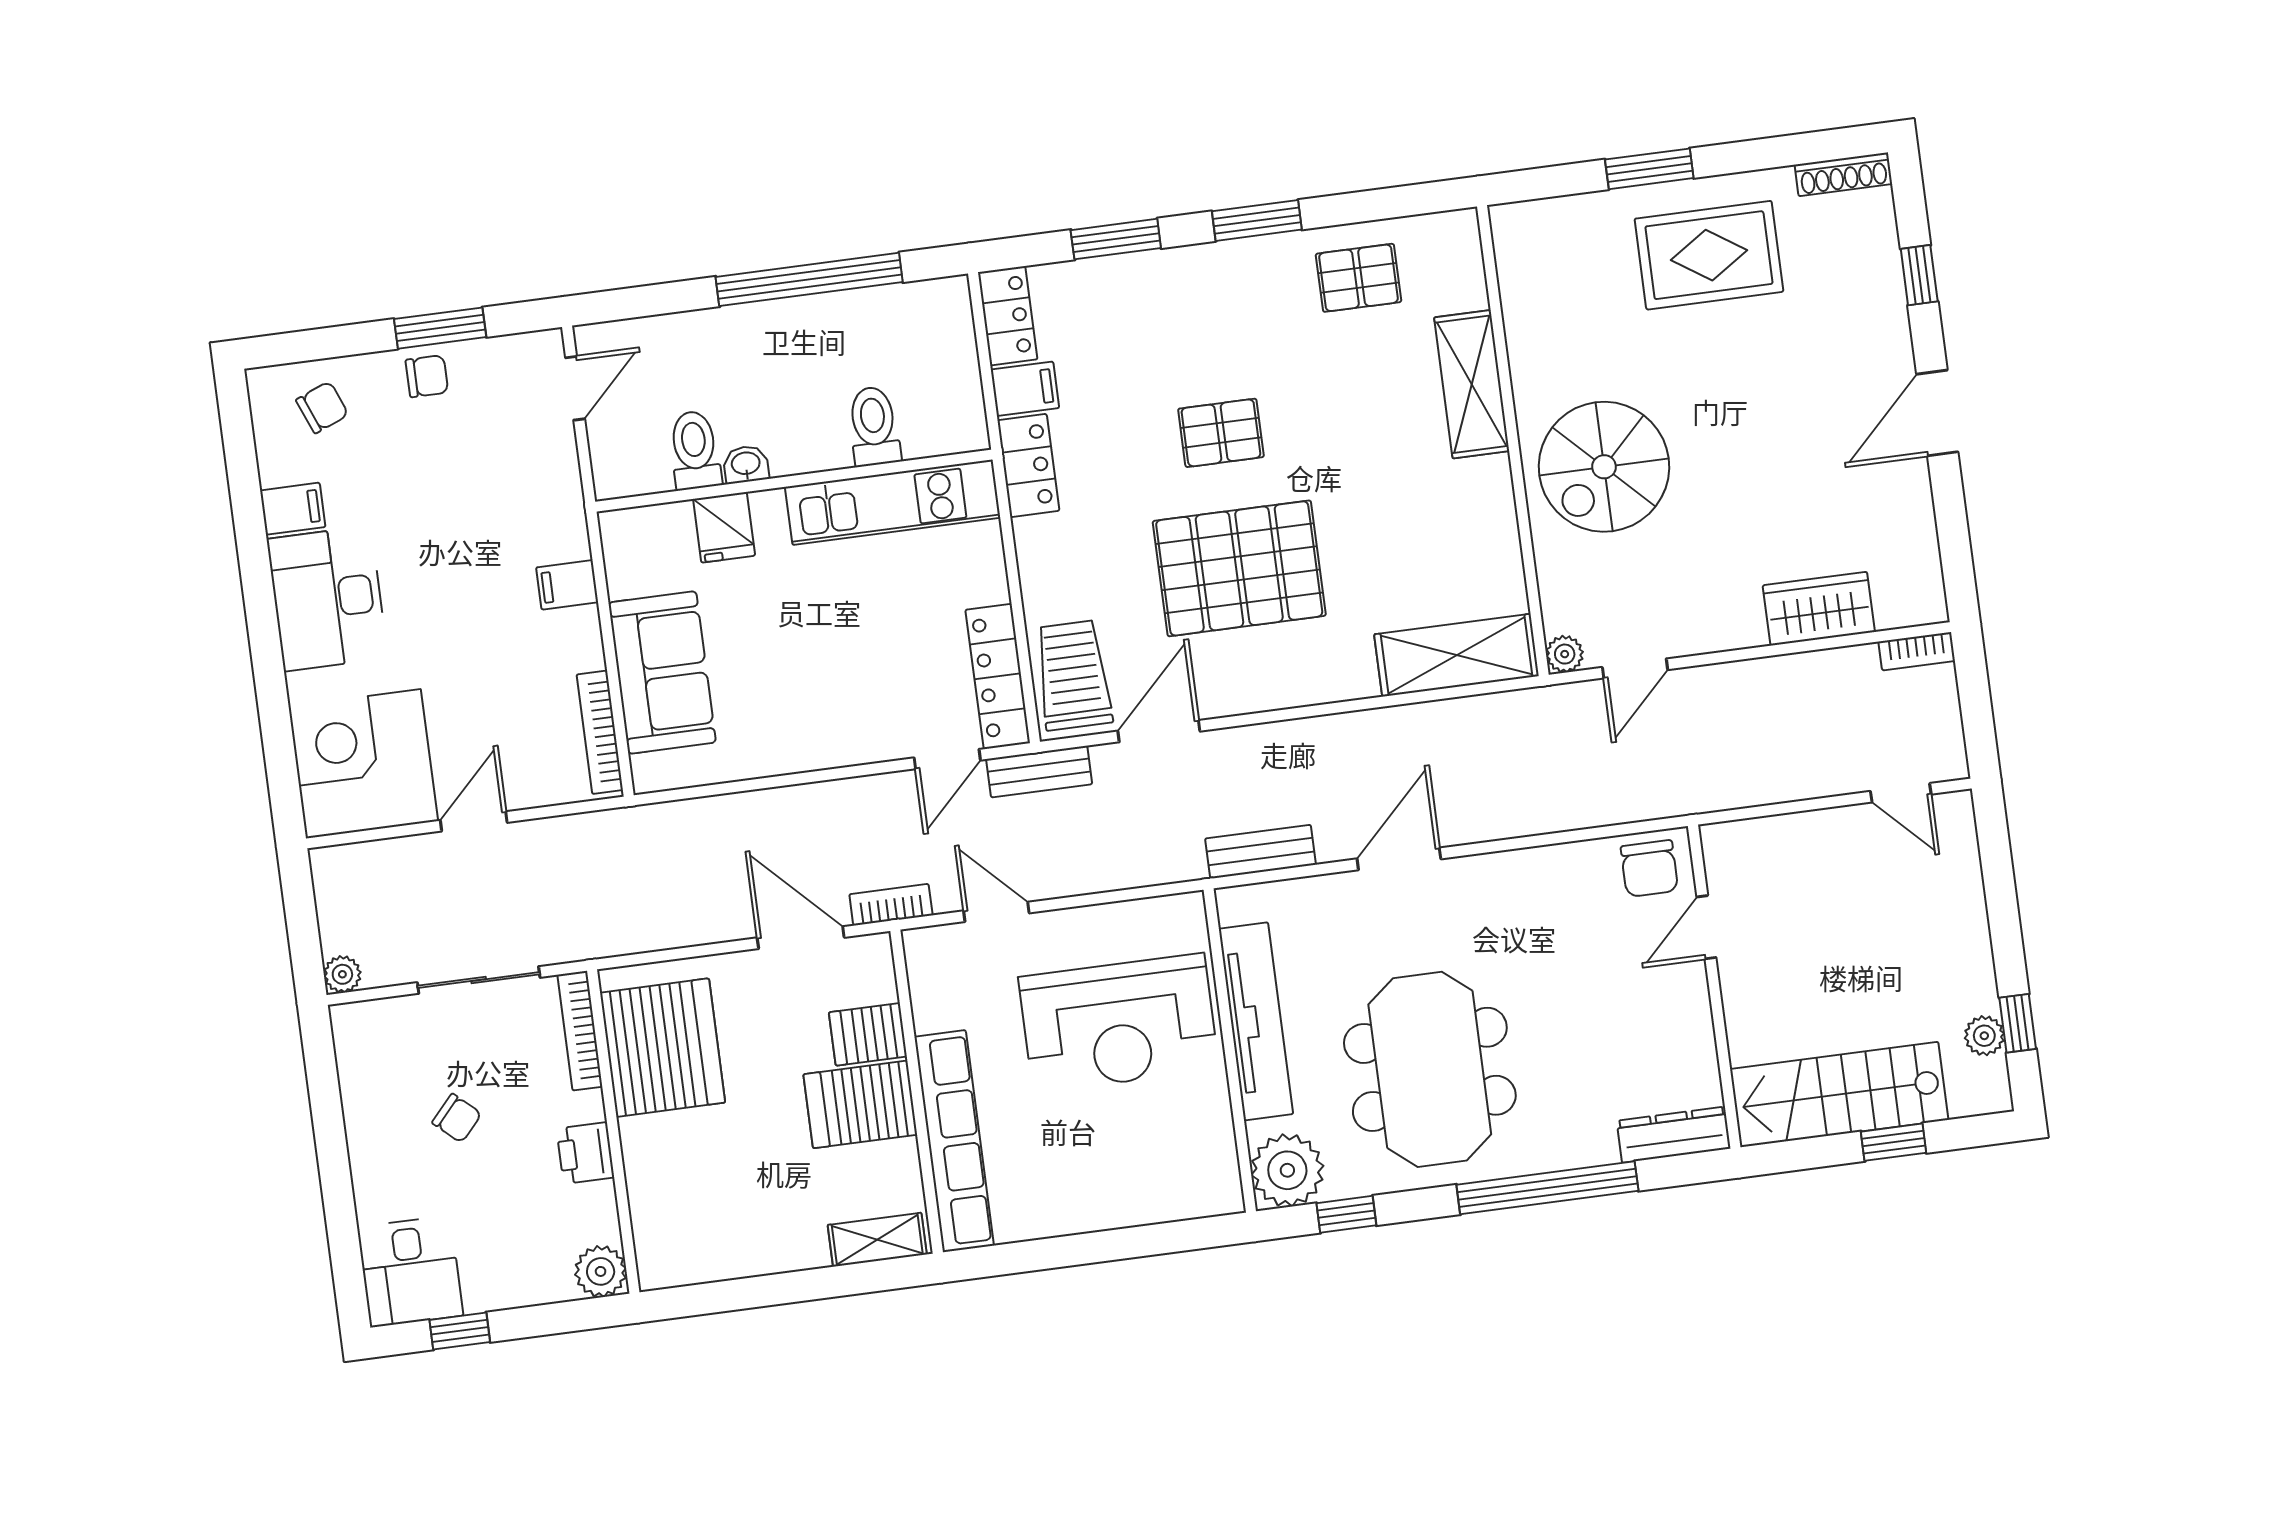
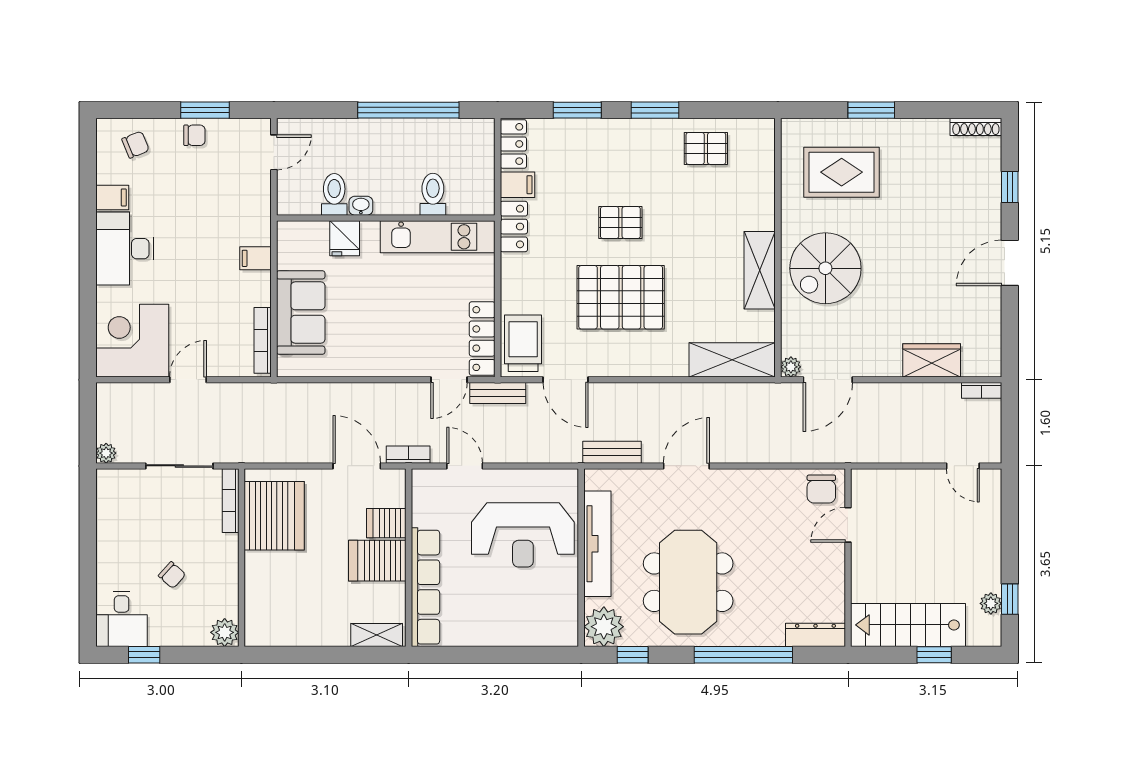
rug: (1709, 255) -> (842, 172), moved
shelving: (1472, 384) -> (760, 270), moved
door: (1635, 669) -> (828, 380), width x1.38
door: (1159, 731) -> (566, 380), swing flipped
chair: (457, 1118) -> (172, 575), moved
printer: (585, 1153) -> (225, 567), removed

